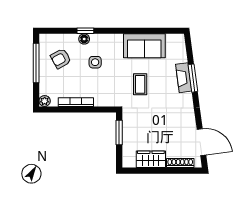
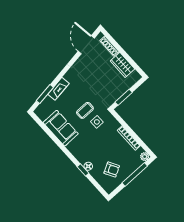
side table: (95, 62) -> (97, 122), moved
window: (36, 63) -> (135, 174), moved
window: (193, 78) -> (45, 94), moved

